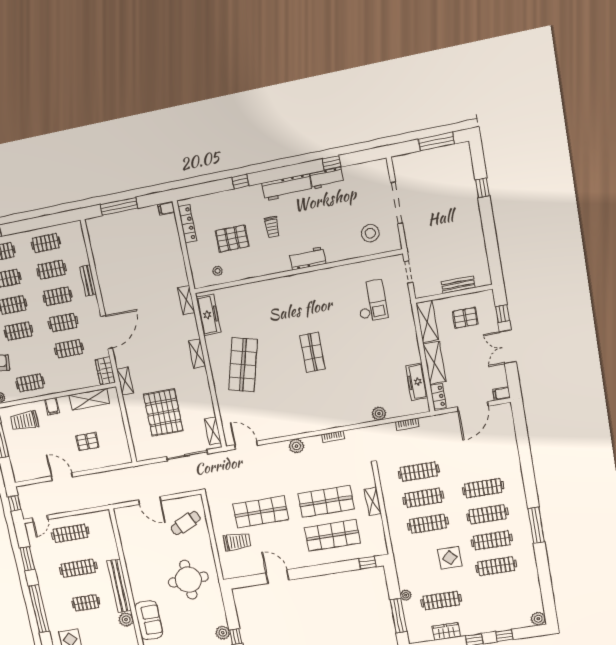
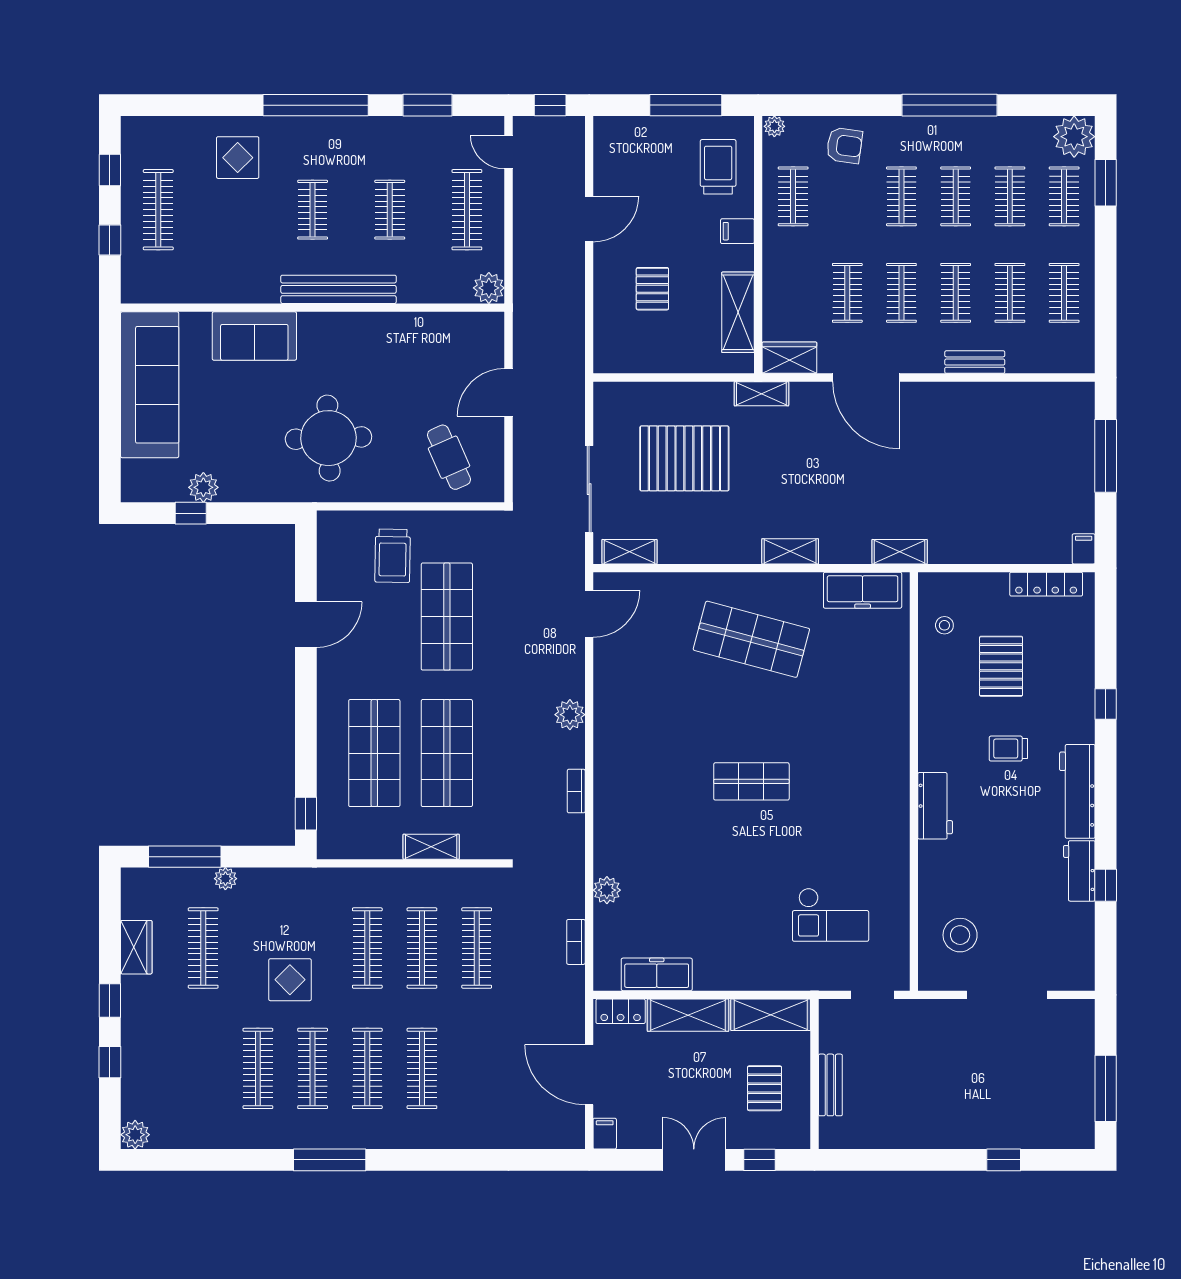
clothes rail: (78, 568) -> (390, 210), width x0.73
plant: (126, 619) -> (489, 288), moved

